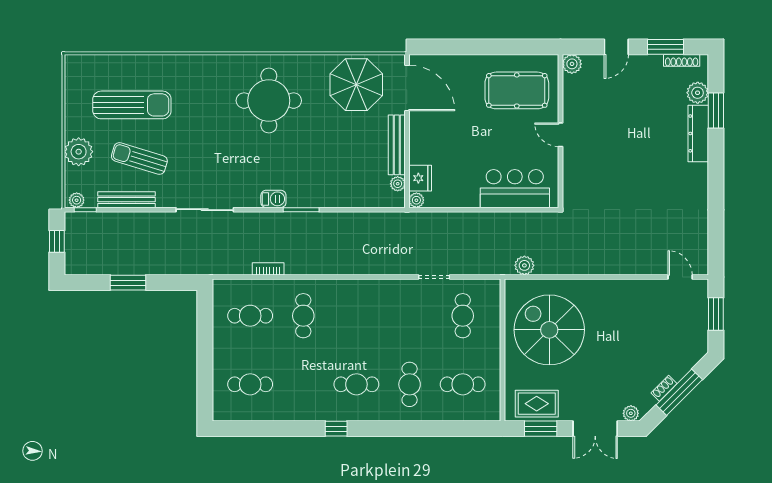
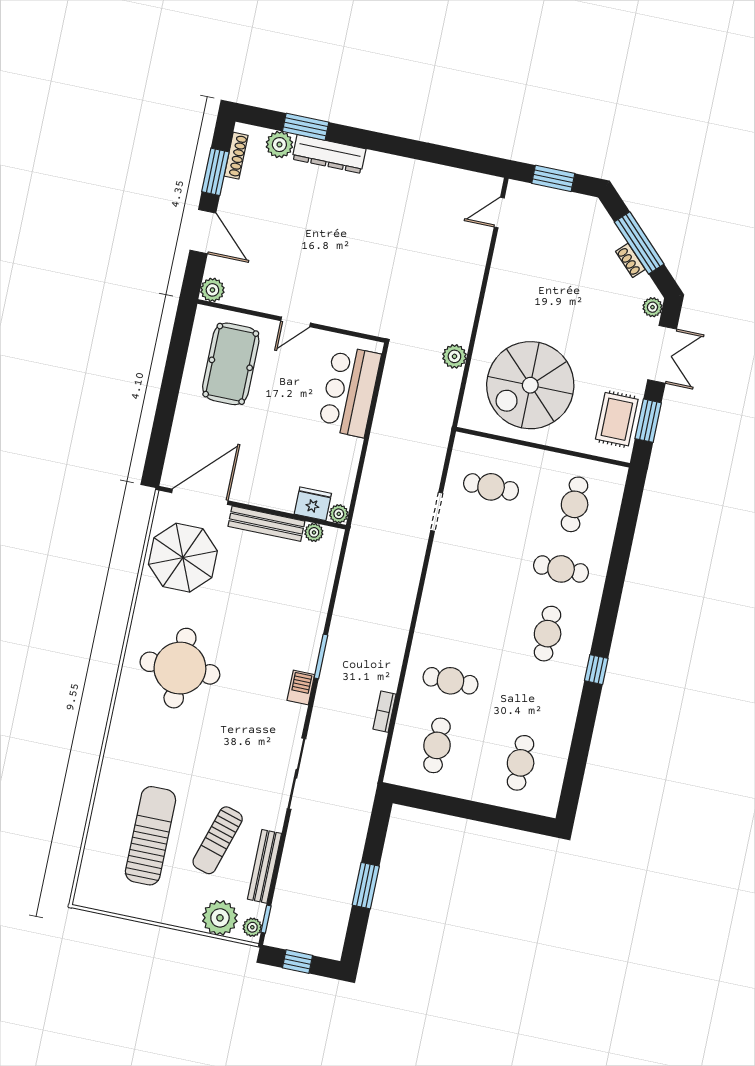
door: (616, 47) -> (203, 232), width x1.38
plant: (79, 152) -> (220, 918), moved
plant: (524, 265) -> (454, 356), moved

